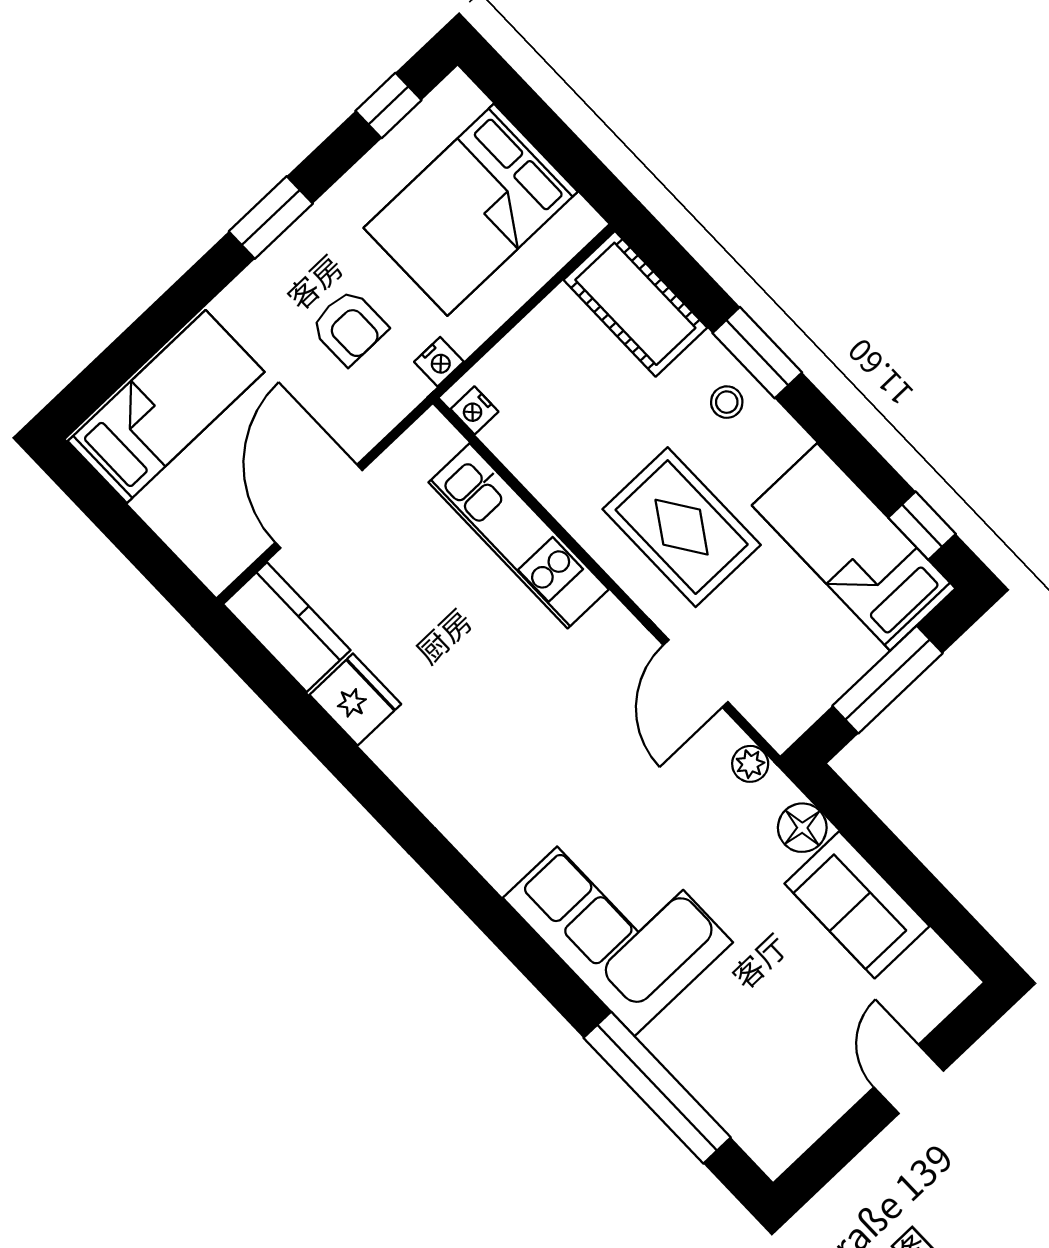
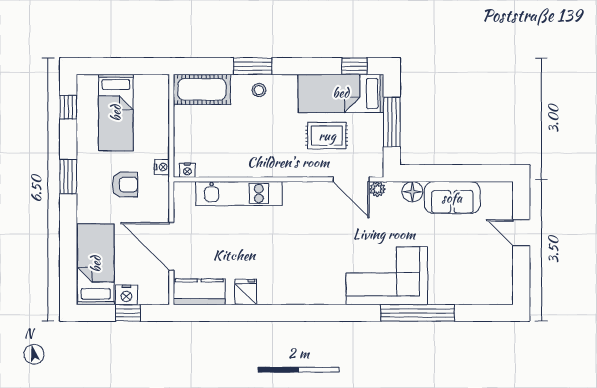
bed: (471, 210) -> (116, 113), width x0.67
nightstand: (164, 508) -> (126, 295), added
rug: (682, 527) -> (327, 136), moved, width x0.73, depth x0.70
window: (136, 540) -> (128, 313), added
door: (696, 674) -> (351, 179), moved
fridge: (355, 699) -> (246, 292), width x0.72
window: (657, 1088) -> (418, 313), moved

